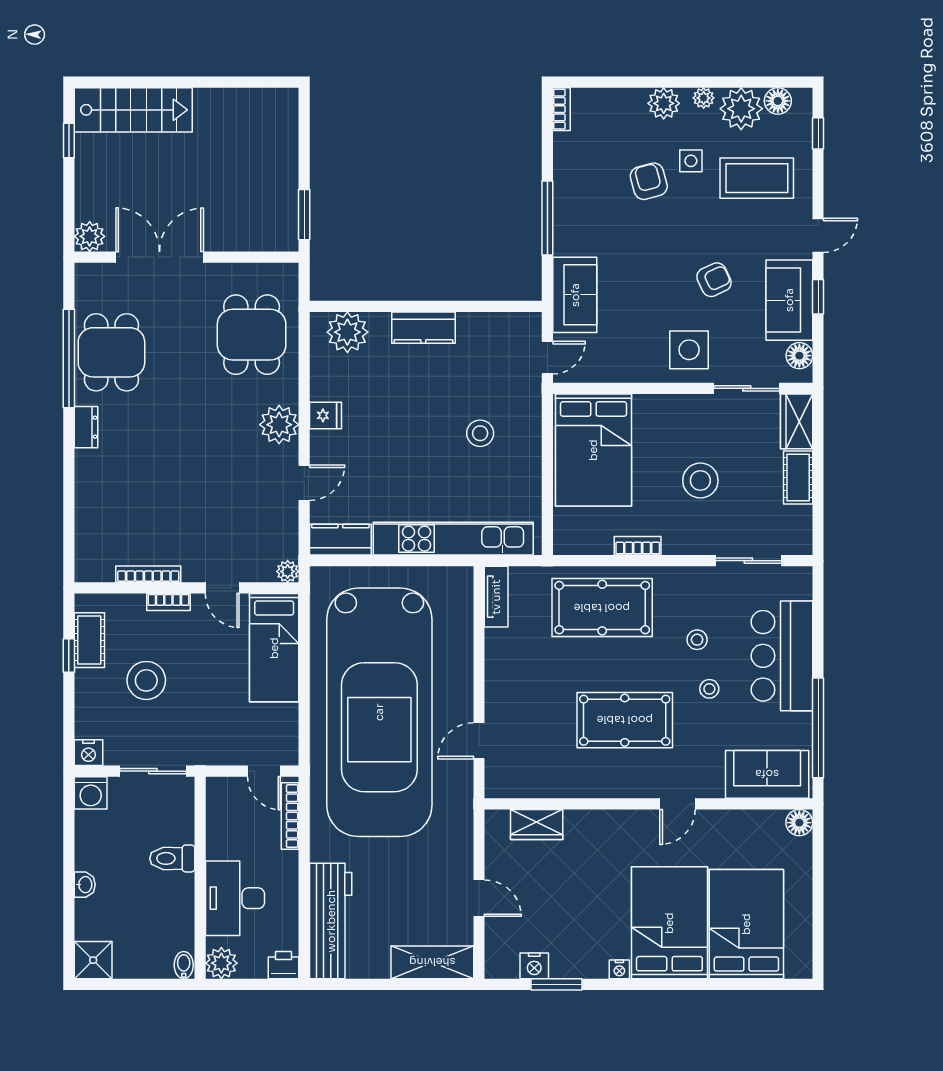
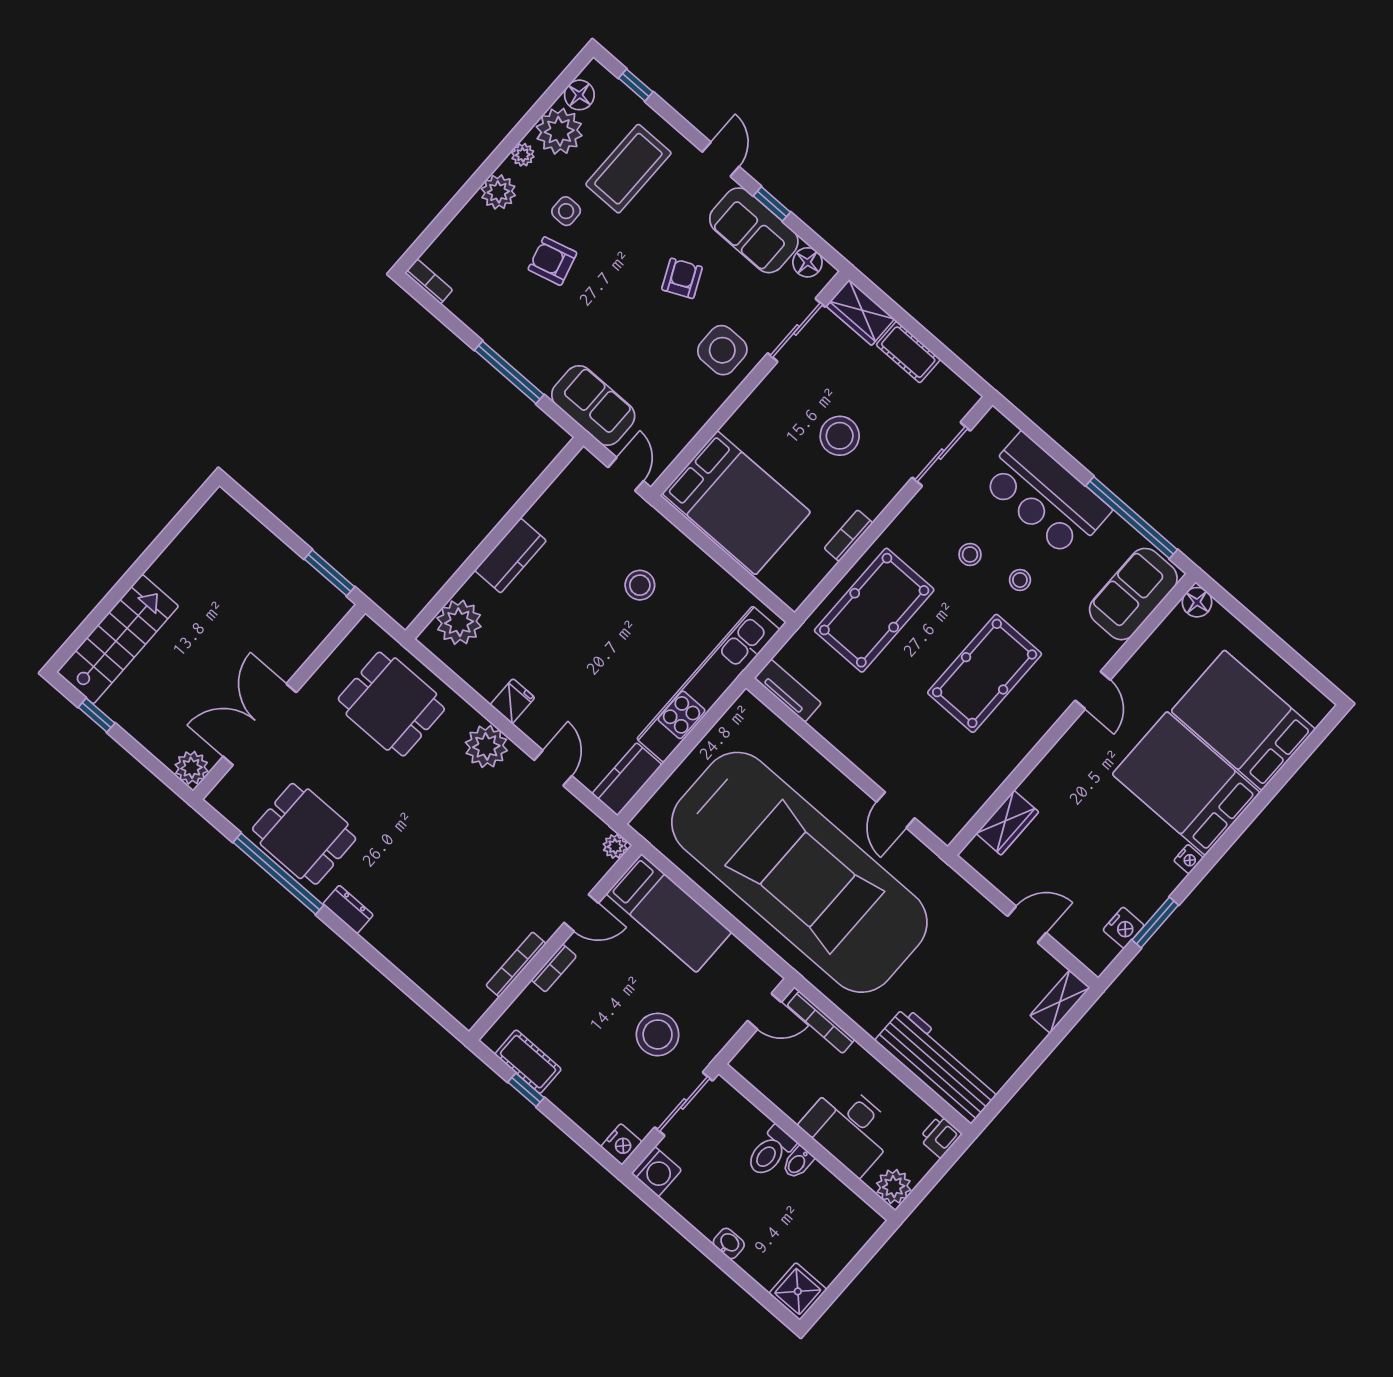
stool: (146, 680) -> (658, 1034), moved
shelving: (432, 962) -> (1060, 1002), width x0.67, depth x0.75
bidet: (184, 965) -> (798, 1162), moved, turned -90

